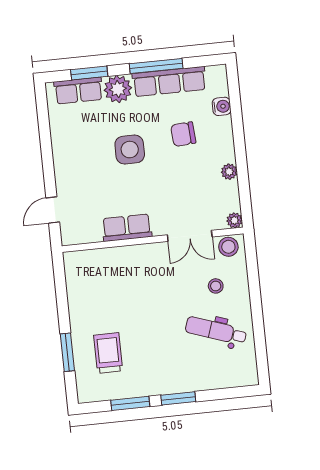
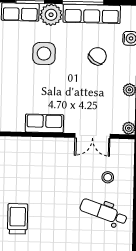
chair: (183, 134) -> (97, 56), turned 131
side table: (130, 150) -> (44, 54), moved
stool: (228, 247) -> (121, 148), removed

